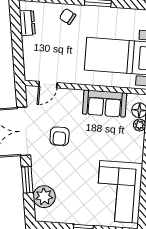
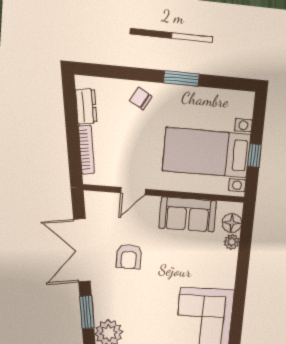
bookcase: (27, 55) -> (86, 150), added
door: (48, 85) -> (133, 191), moved

